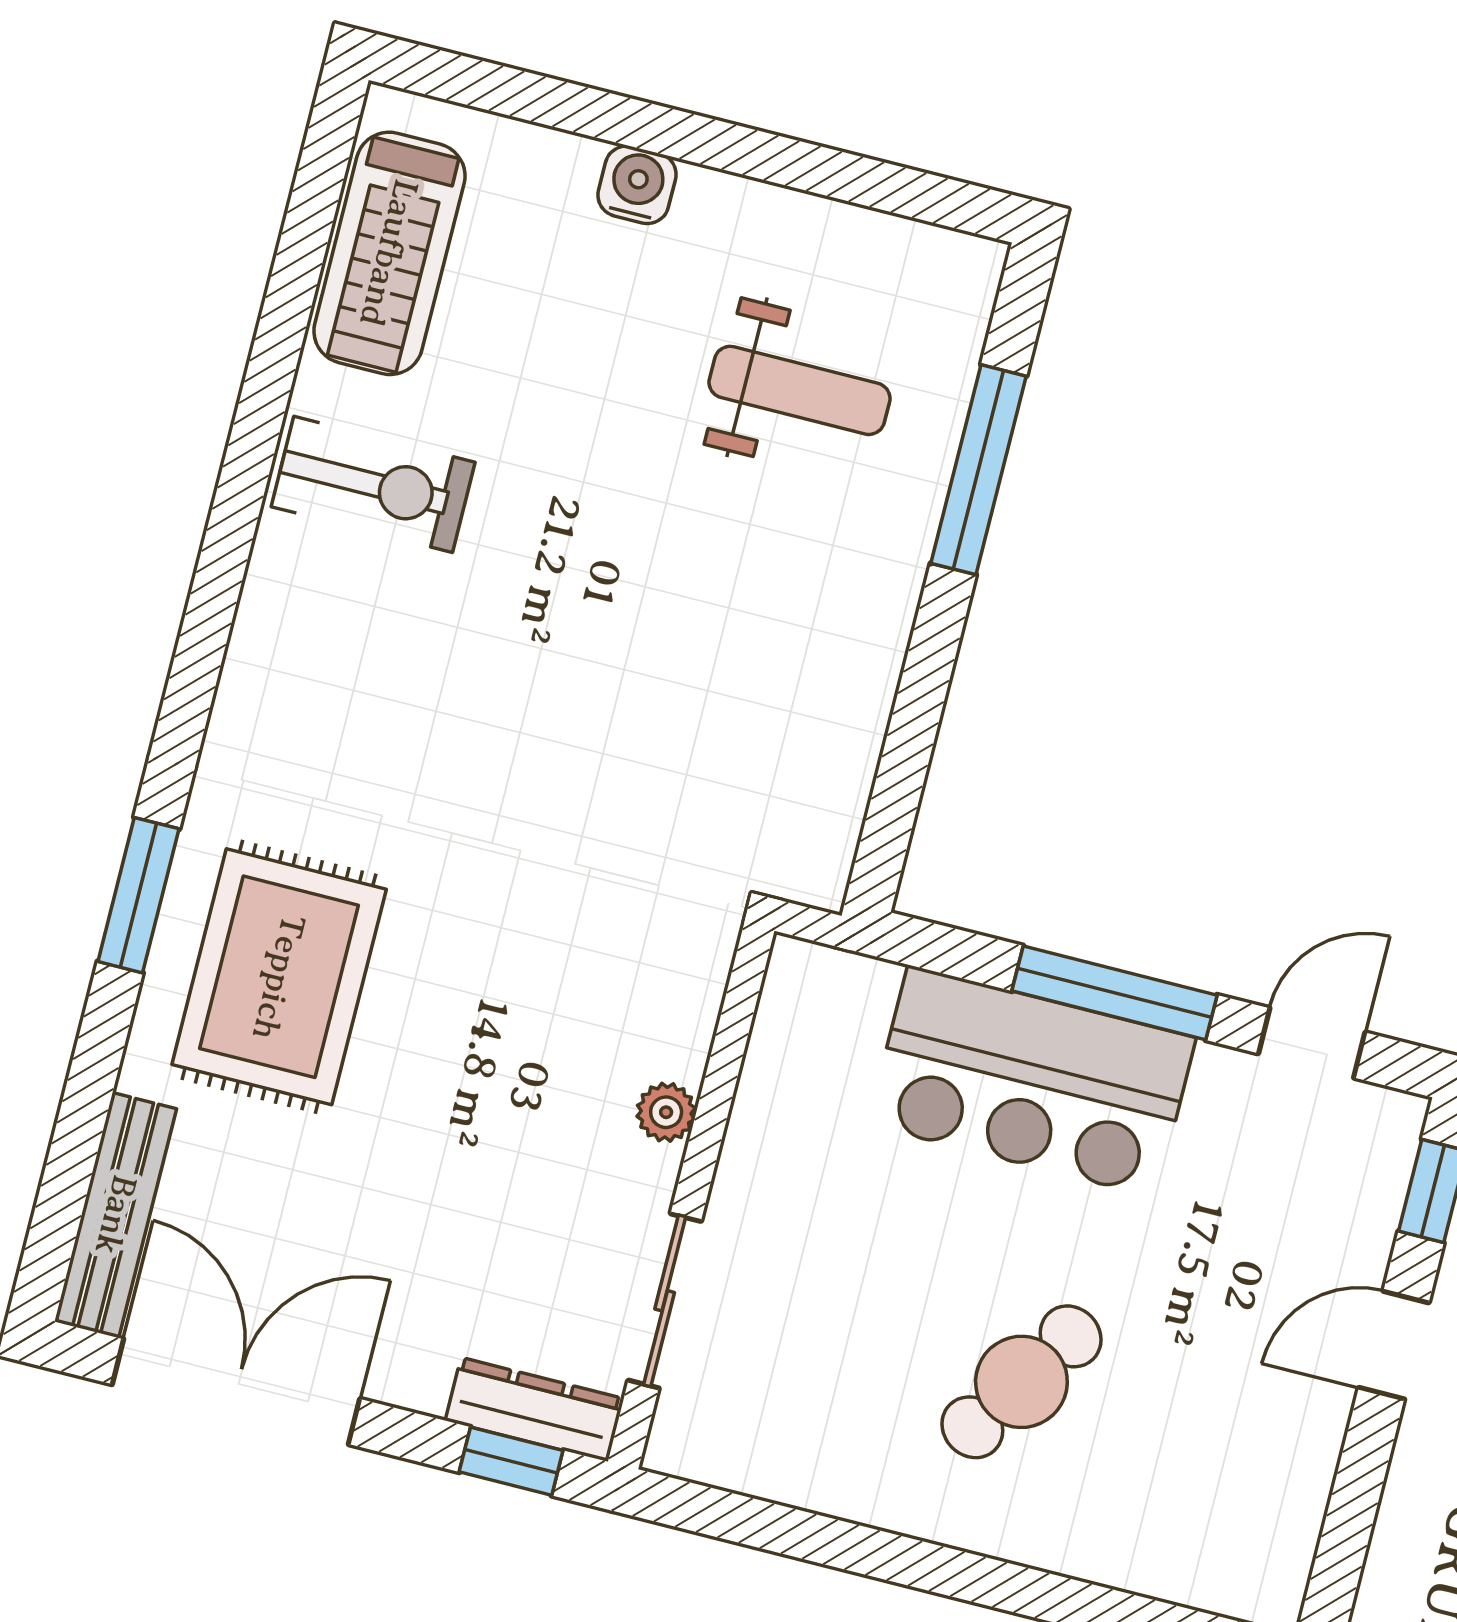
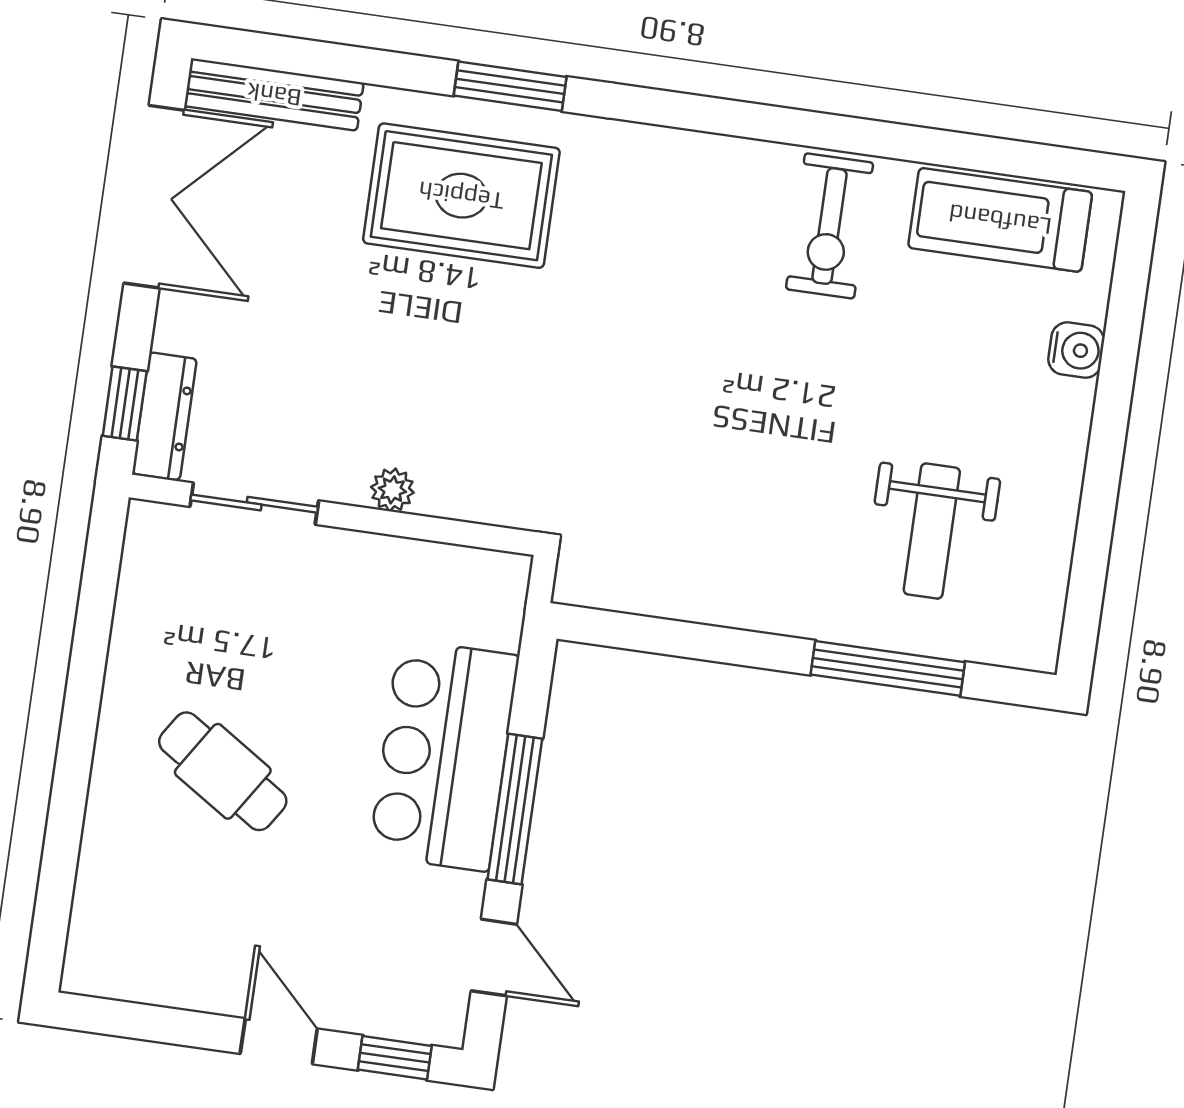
water cooler: (637, 185) -> (1076, 350), moved

